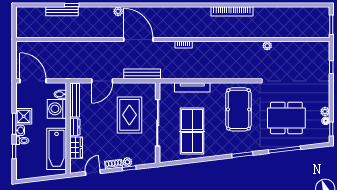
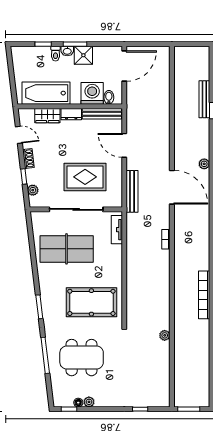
door: (138, 39) -> (172, 187), hinge flipped
tv unit: (192, 87) -> (117, 230), moved, width x0.71
dining table: (286, 118) -> (82, 358), turned 90
plant: (127, 162) -> (33, 190), moved

